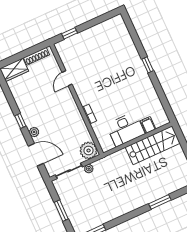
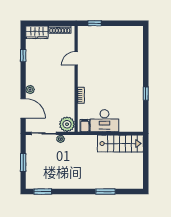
window: (148, 65) -> (146, 94), moved
window: (20, 121) -> (23, 55), moved
filing cabinet: (148, 125) -> (85, 126), moved

